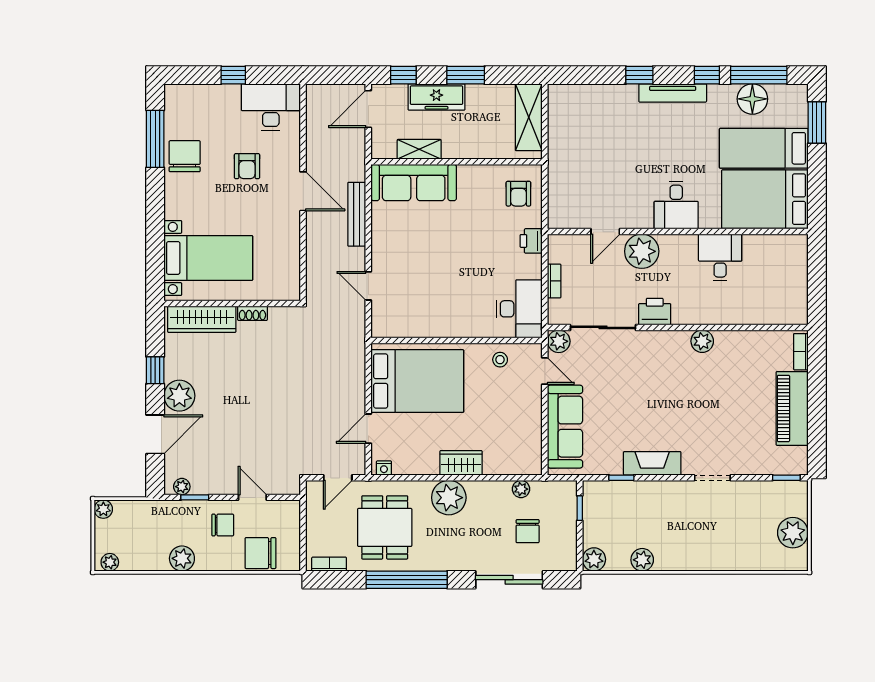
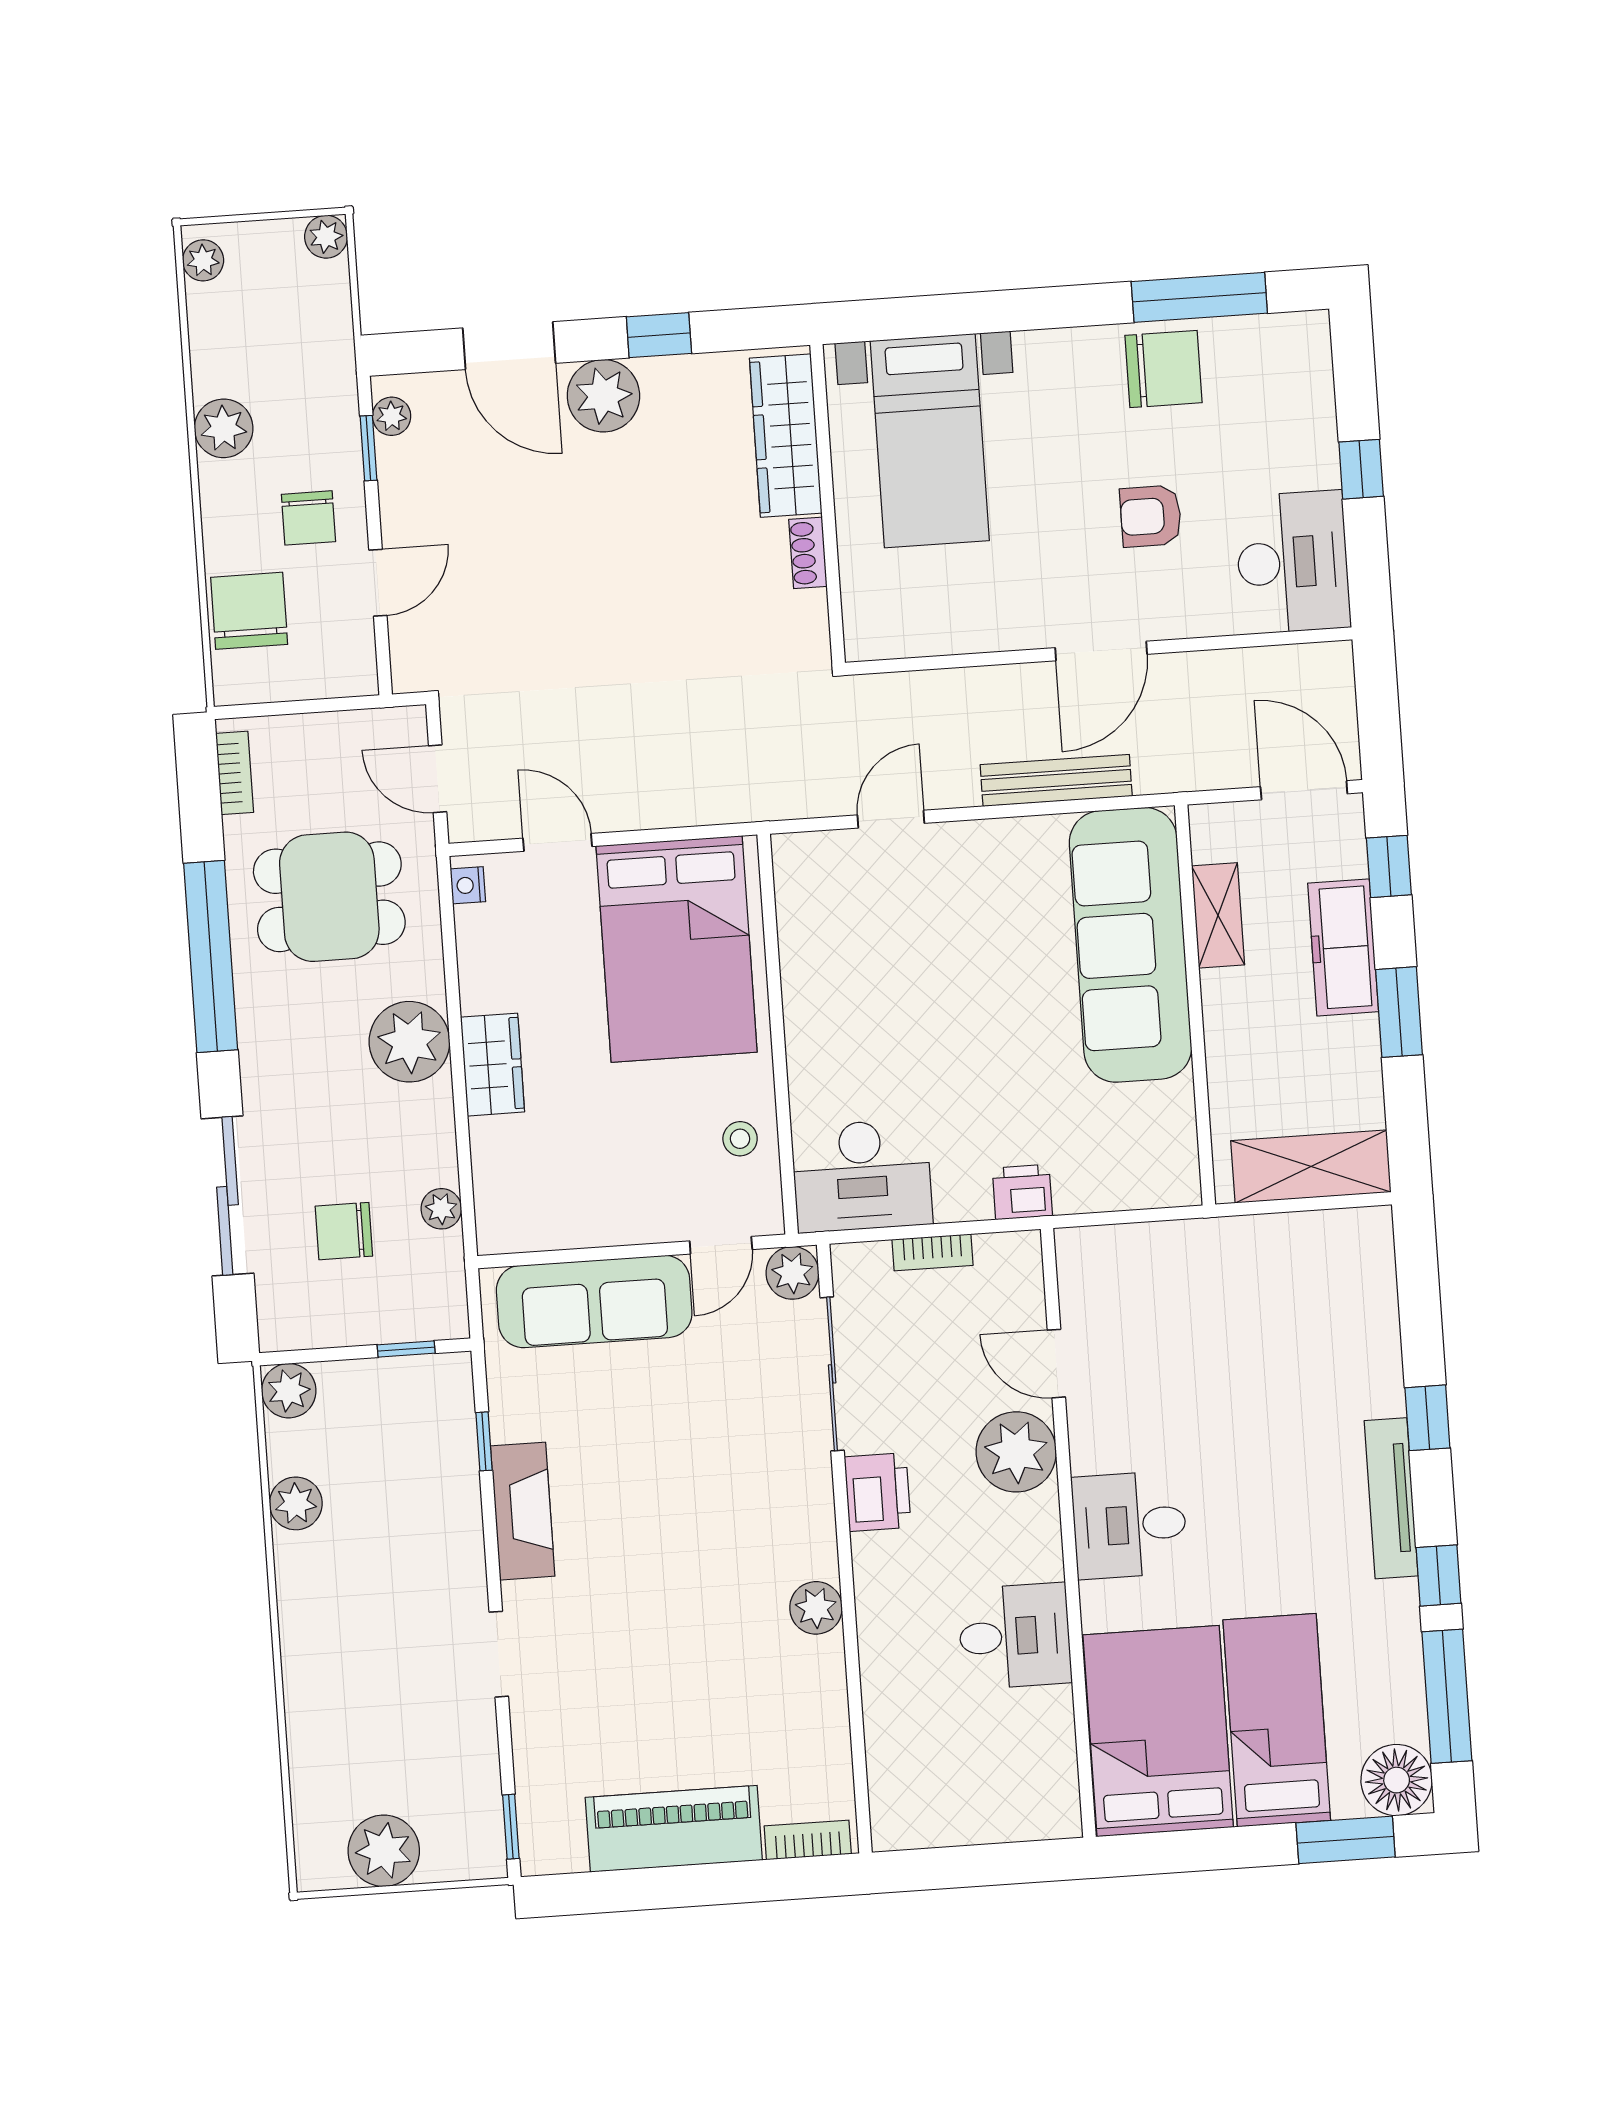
floor lamp: (752, 99) -> (1397, 1780), moved
sofa: (414, 183) -> (1130, 945), width x1.36, depth x1.27
armchair: (518, 194) -> (1131, 1155), removed

